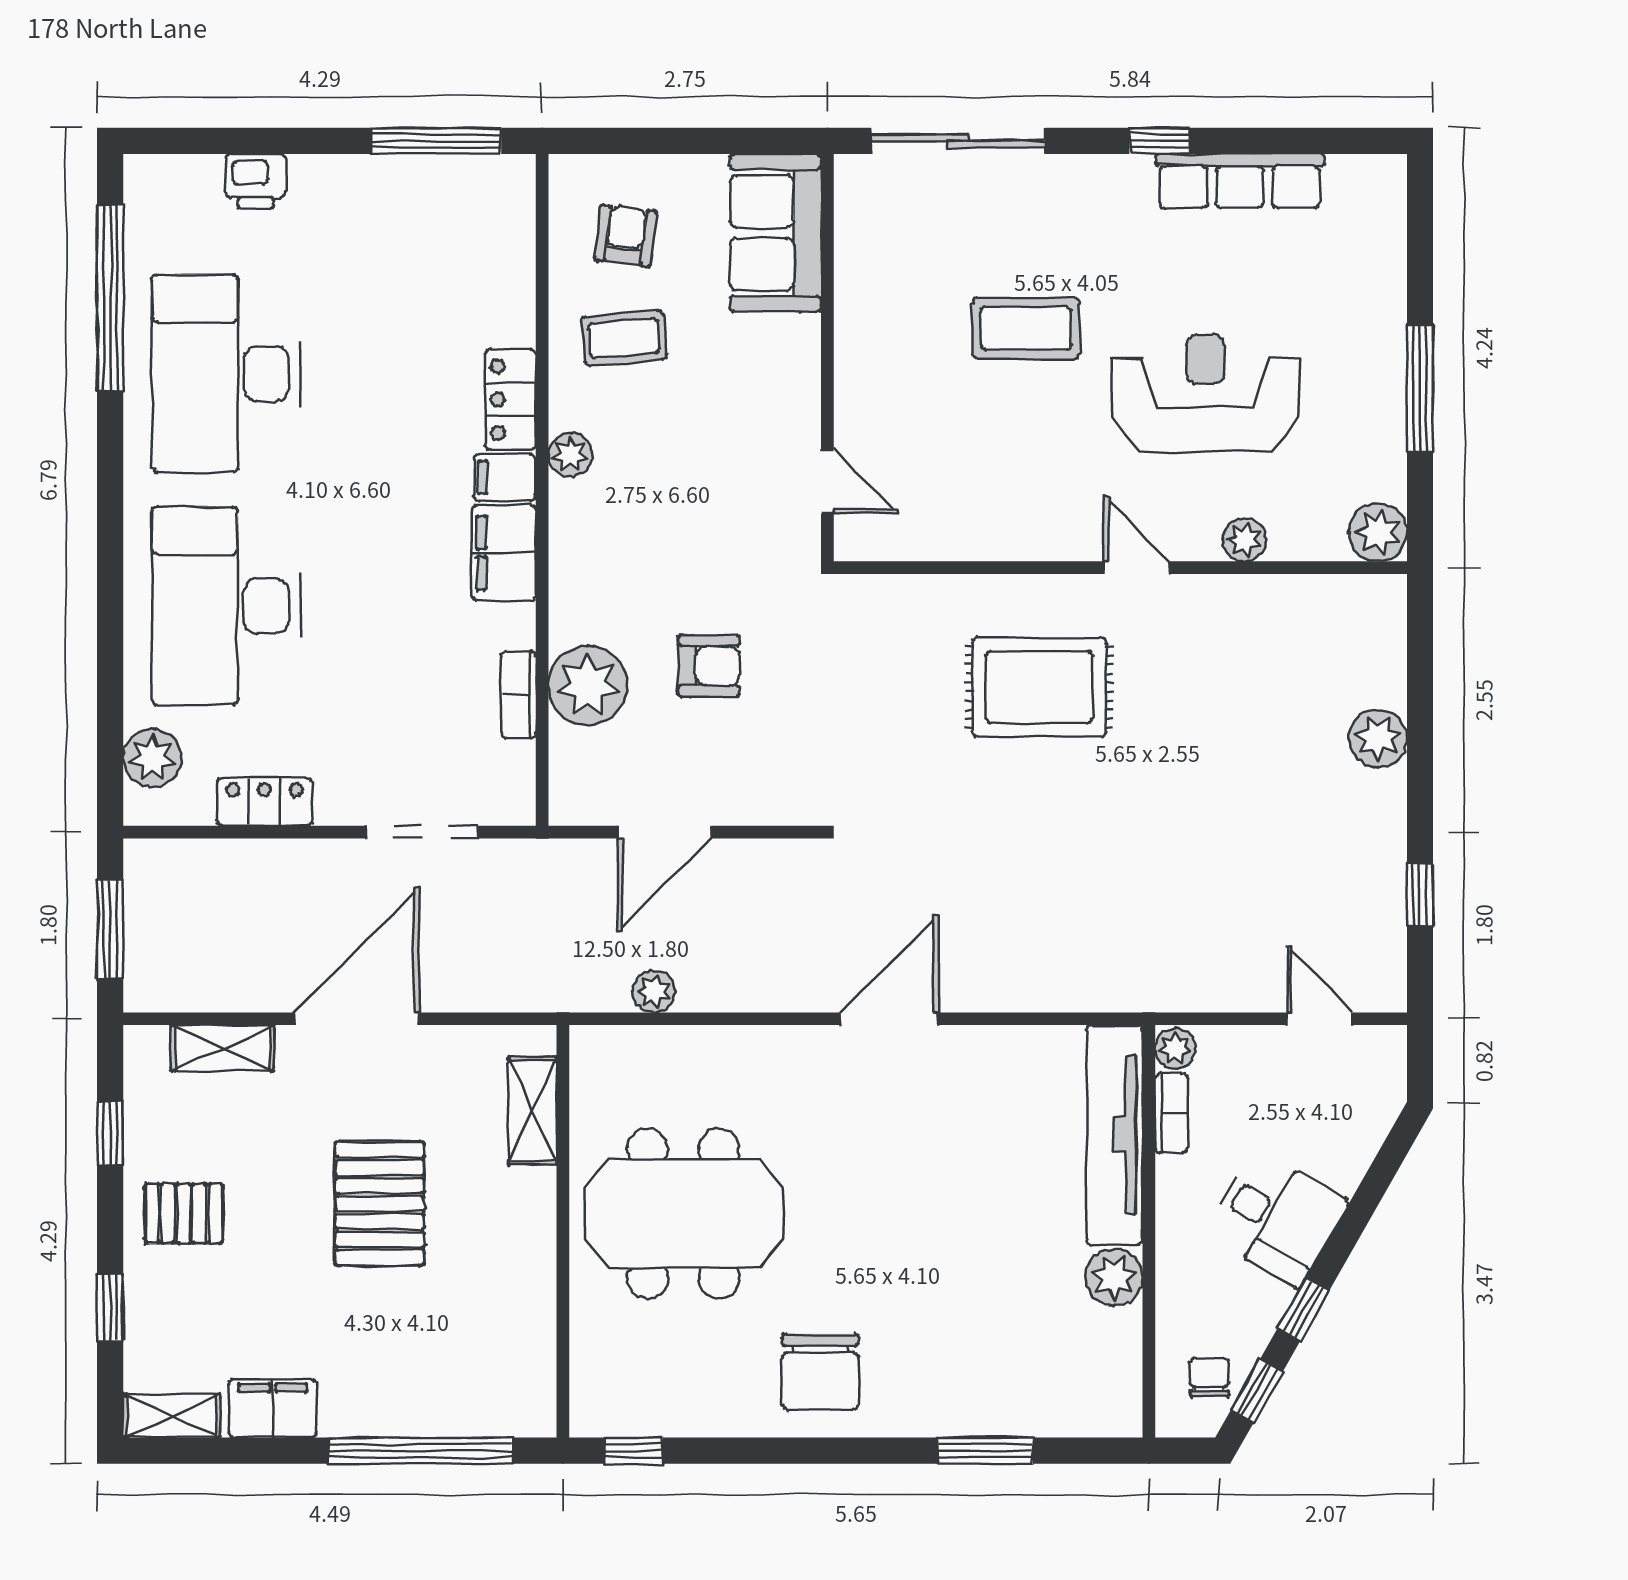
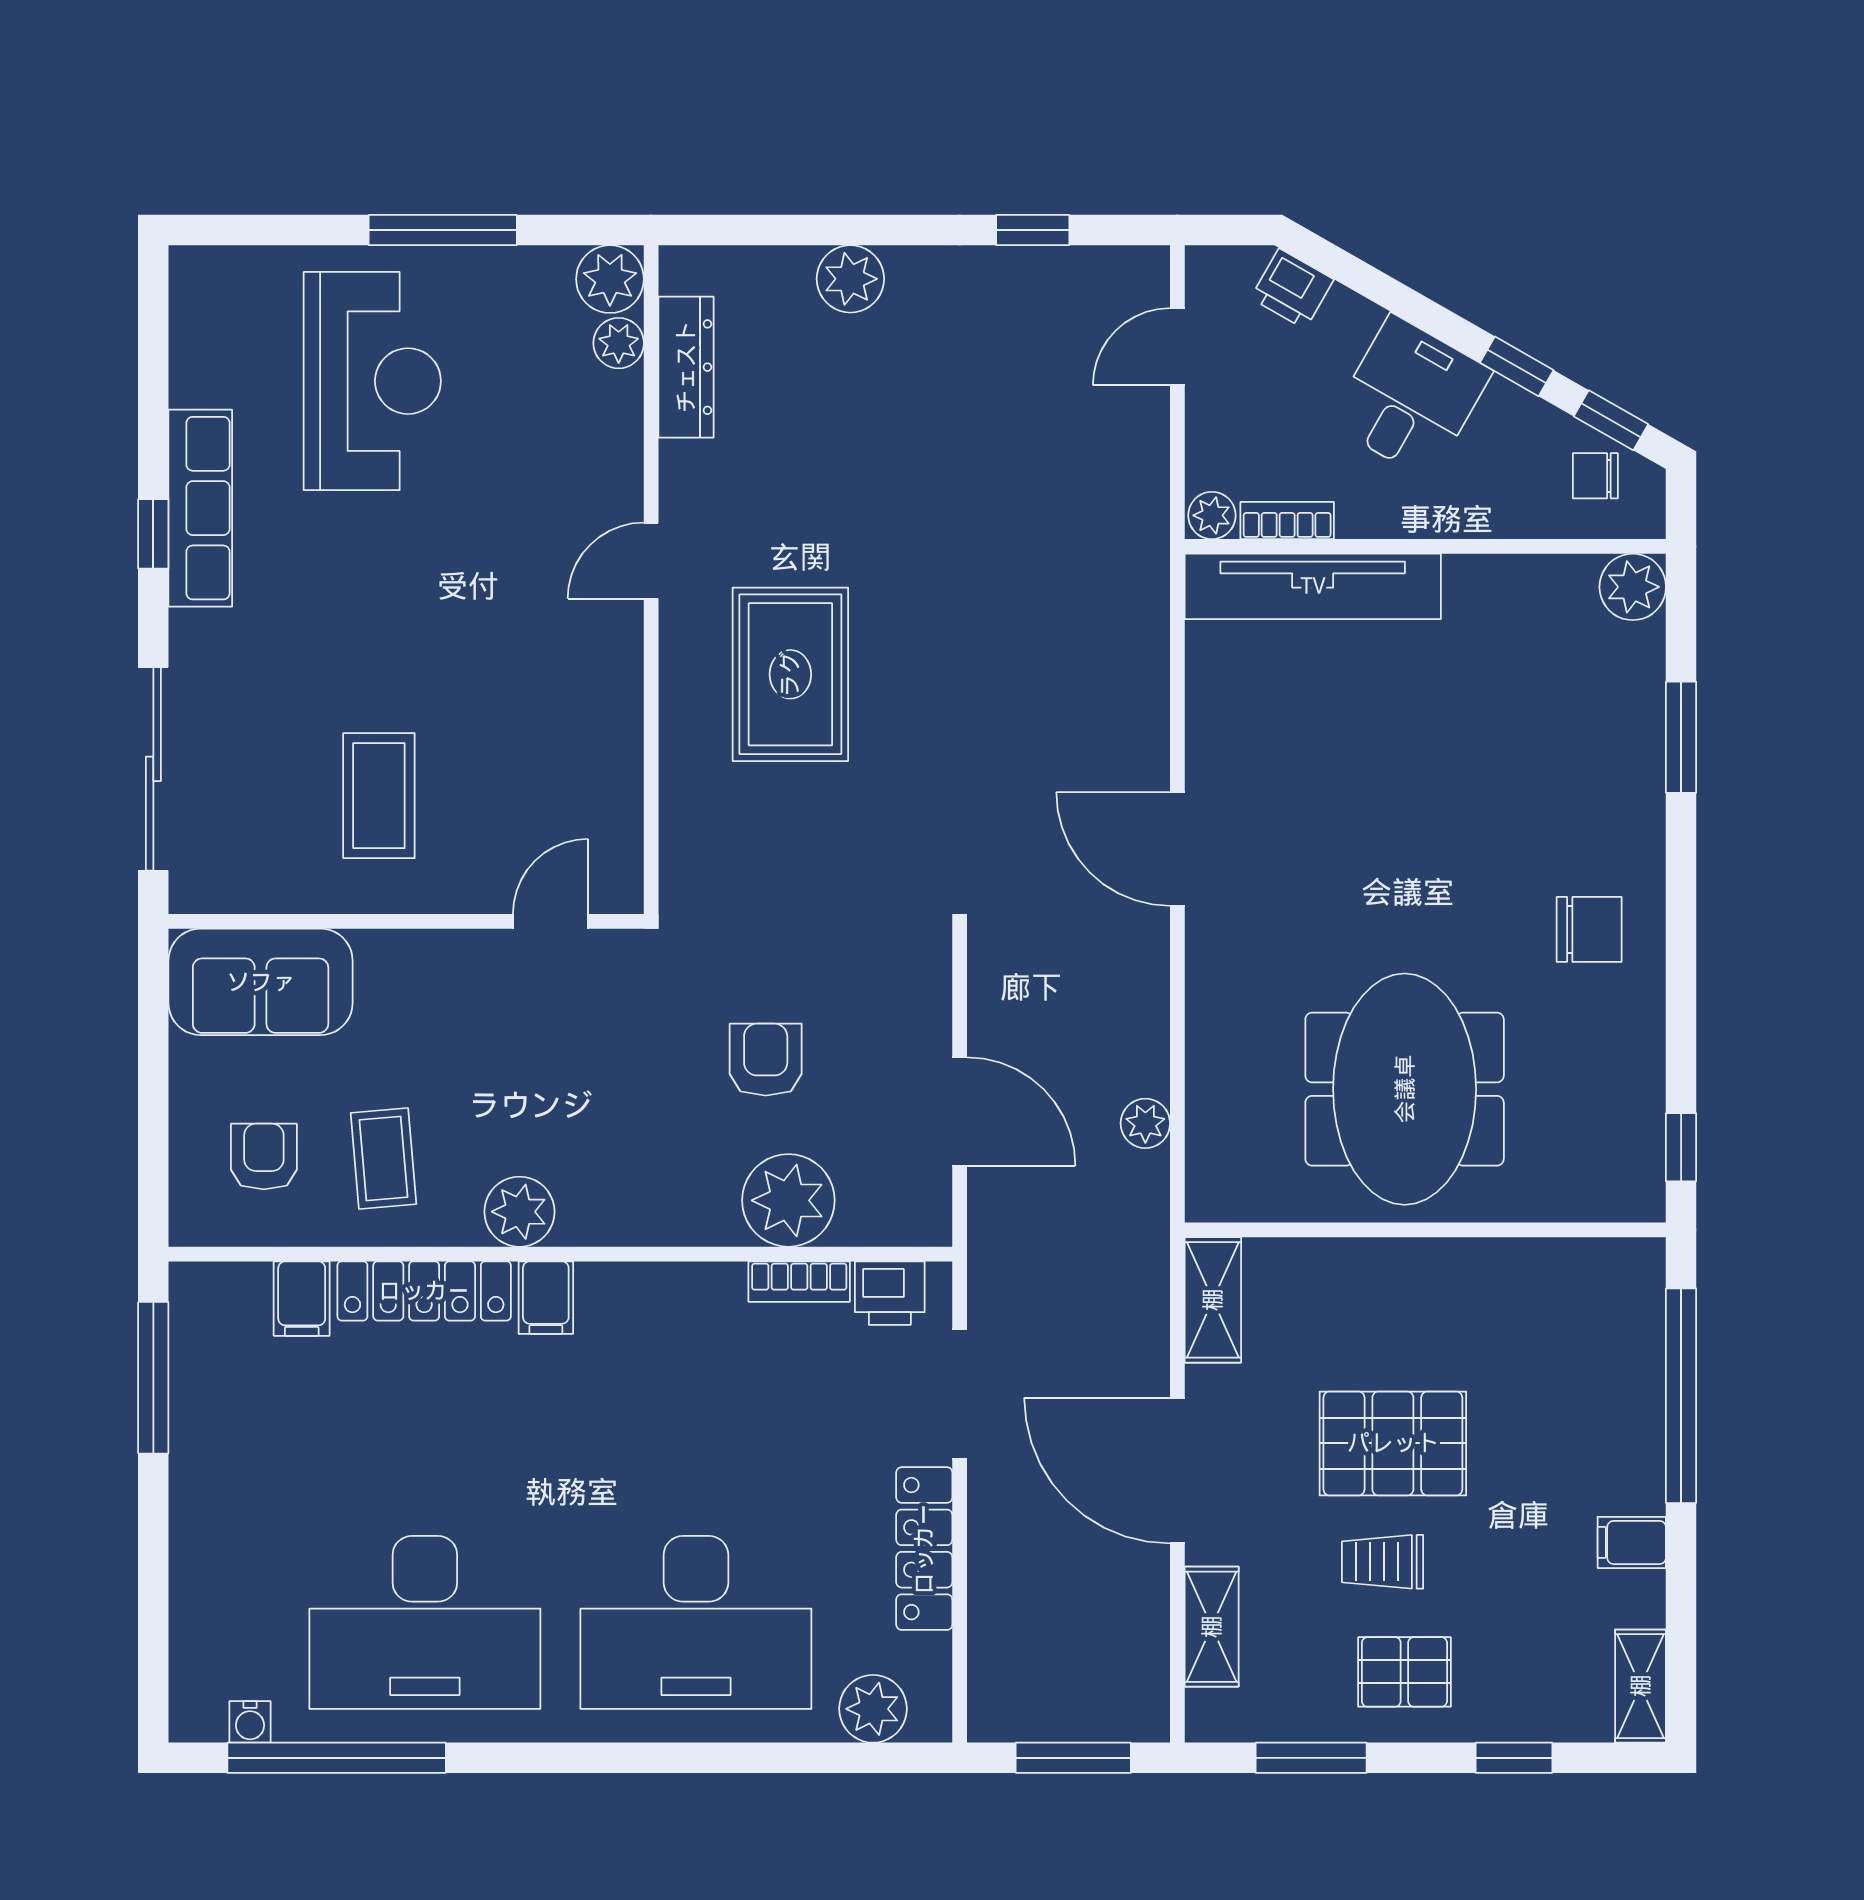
printer: (256, 181) -> (890, 1293), moved, turned 90
row of seats: (1240, 181) -> (200, 508), moved
water cooler: (141, 224) -> (250, 1722), added
armchair: (626, 236) -> (264, 1157), turned 83
coffee table: (1026, 328) -> (379, 796), moved
reception desk: (1205, 393) -> (372, 381), moved, turned 180
locker: (510, 399) -> (424, 1291), width x1.53
plant: (570, 455) -> (519, 1212), width x1.38, depth x1.38
plant: (1244, 540) -> (619, 343), moved
filing cabinet: (504, 553) -> (302, 1299), moved, width x0.50
dresser: (1303, 597) -> (686, 367), added
locker: (265, 802) -> (924, 1549), width x1.53
shelving: (532, 1111) -> (1213, 1300), moved, turned 90
printer: (1370, 1117) -> (1292, 289), added
window: (110, 1133) -> (1311, 1758), width x1.50
trolley: (278, 1195) -> (1383, 1562), added
pallet: (184, 1213) -> (1404, 1672), turned 90
plant: (1114, 1277) -> (1633, 587), moved
chair: (820, 1372) -> (1589, 929), width x0.73, depth x0.73
filing cabinet: (273, 1408) -> (1632, 1542), width x0.50

